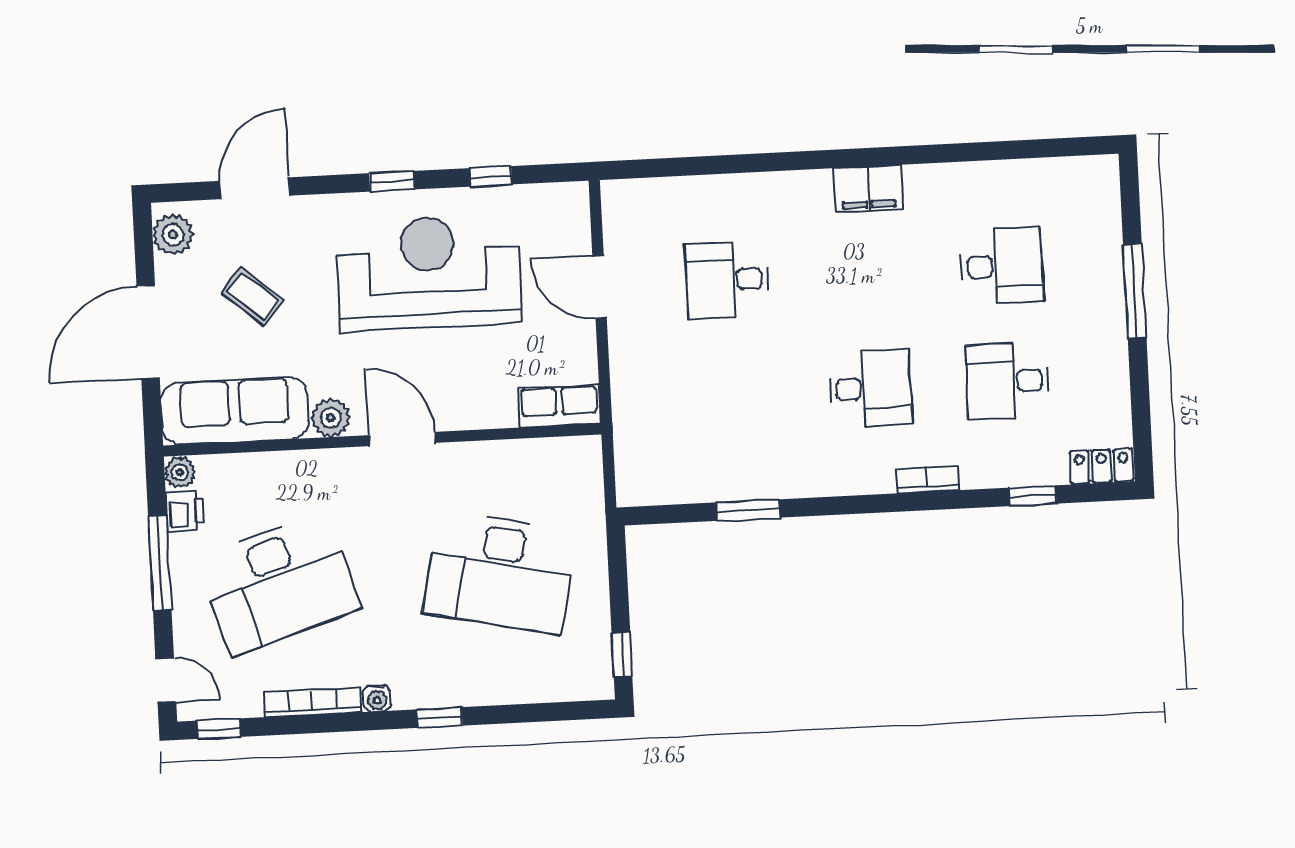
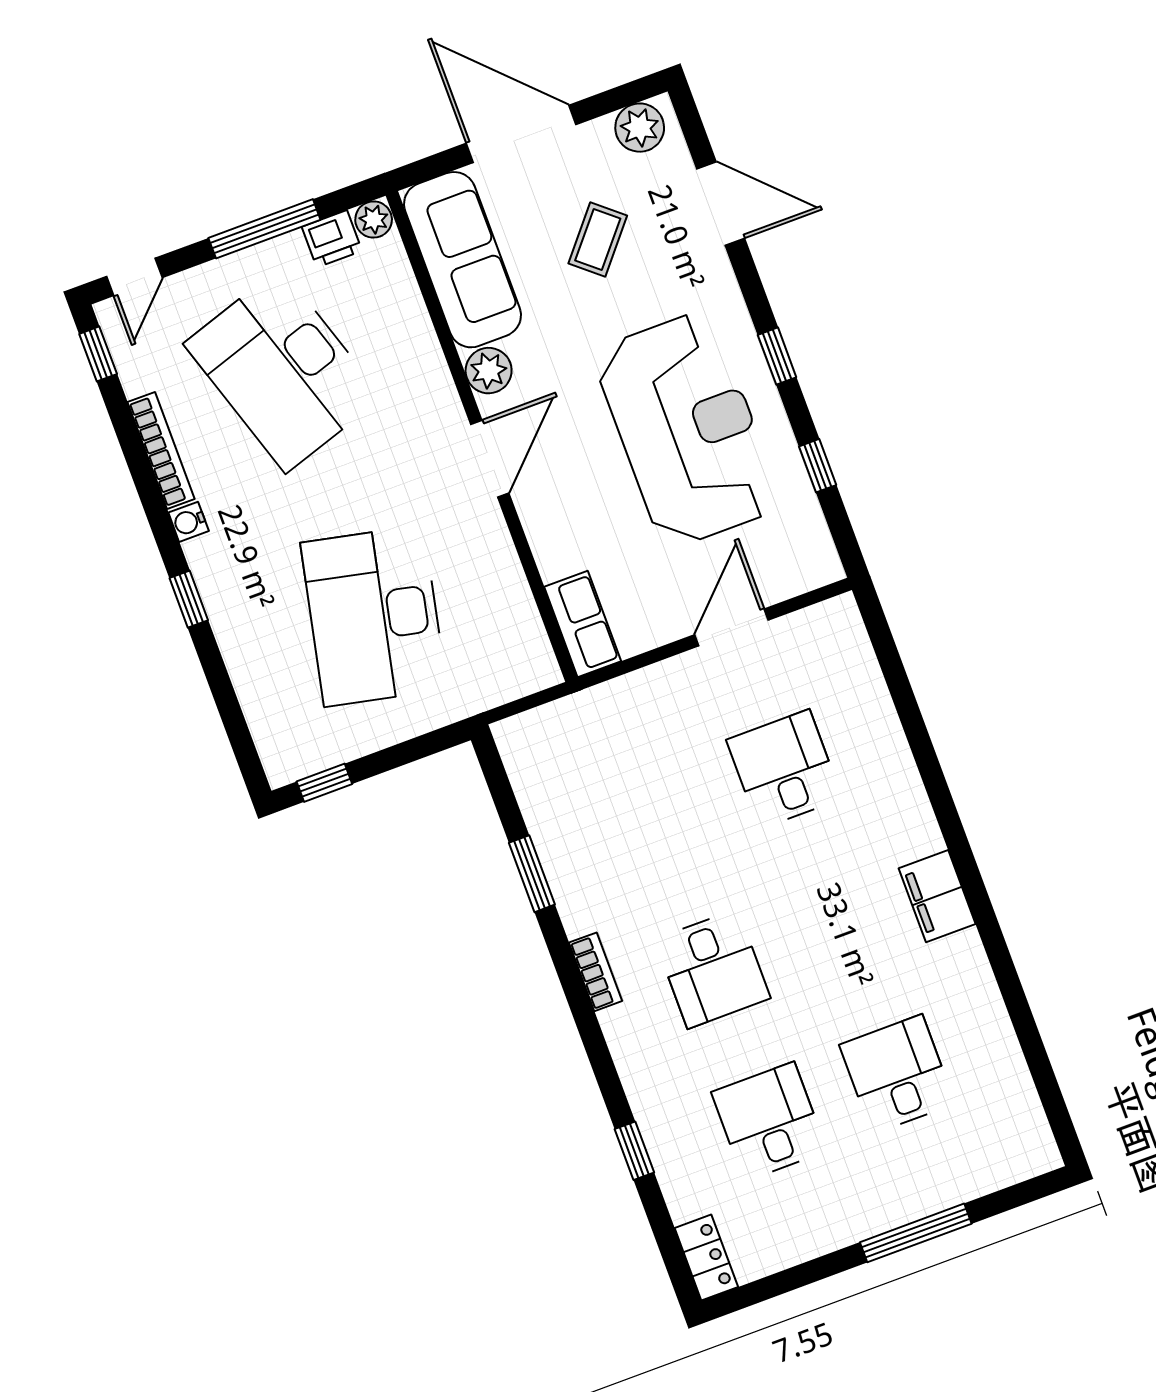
desk: (1002, 266) -> (897, 1074), turned 180
bookcase: (928, 479) -> (595, 972), moved
window: (1033, 496) -> (634, 1151), moved

